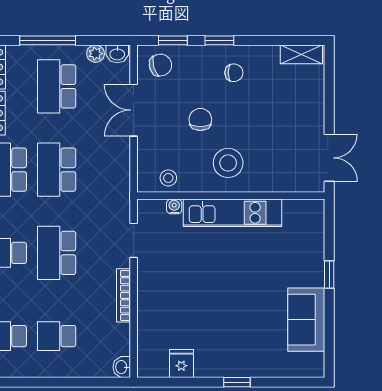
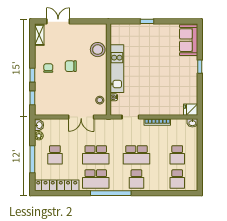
chair: (160, 65) -> (45, 104), removed
school desk: (57, 86) -> (55, 155), width x0.54
double door: (134, 110) -> (81, 117), moved
chair: (200, 120) -> (71, 66), moved
double door: (329, 158) -> (58, 21), moved
stool: (228, 163) -> (98, 50), moved
sofa: (306, 320) -> (189, 40), moved, turned 90
fridge: (181, 363) -> (191, 110), moved

